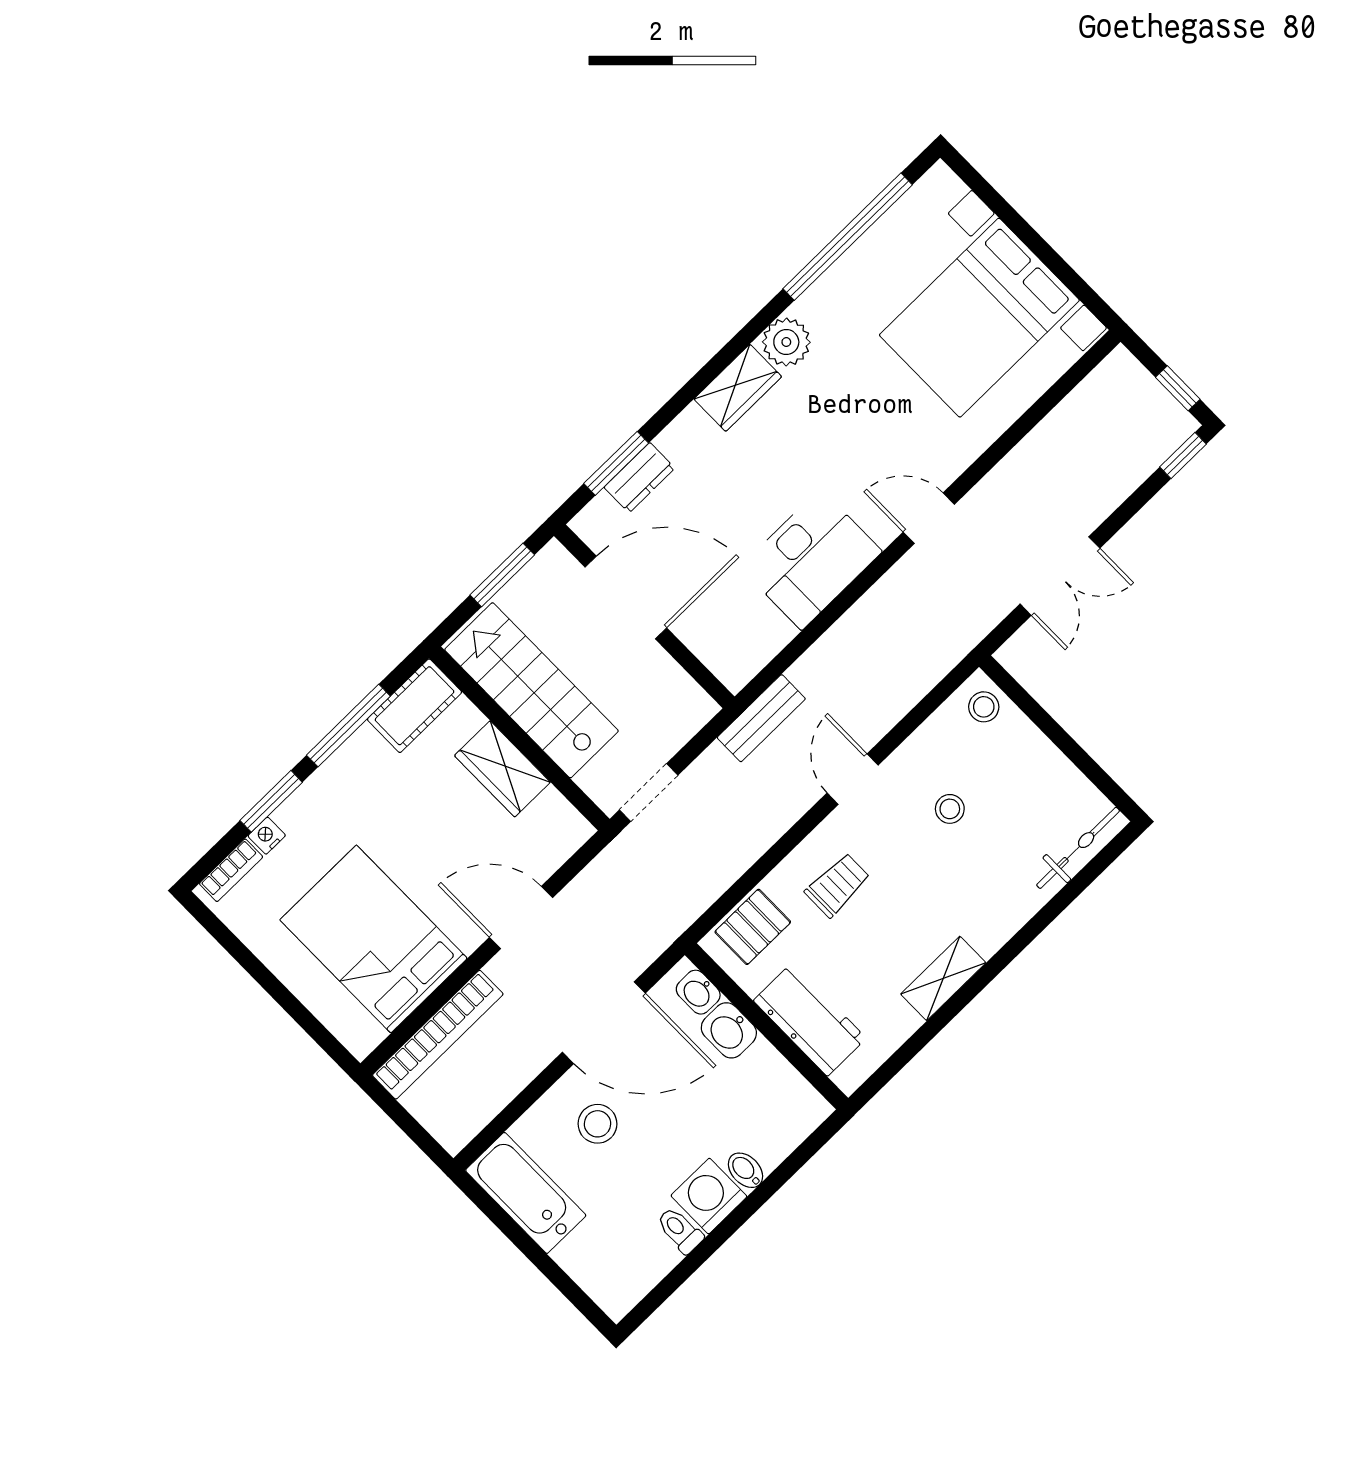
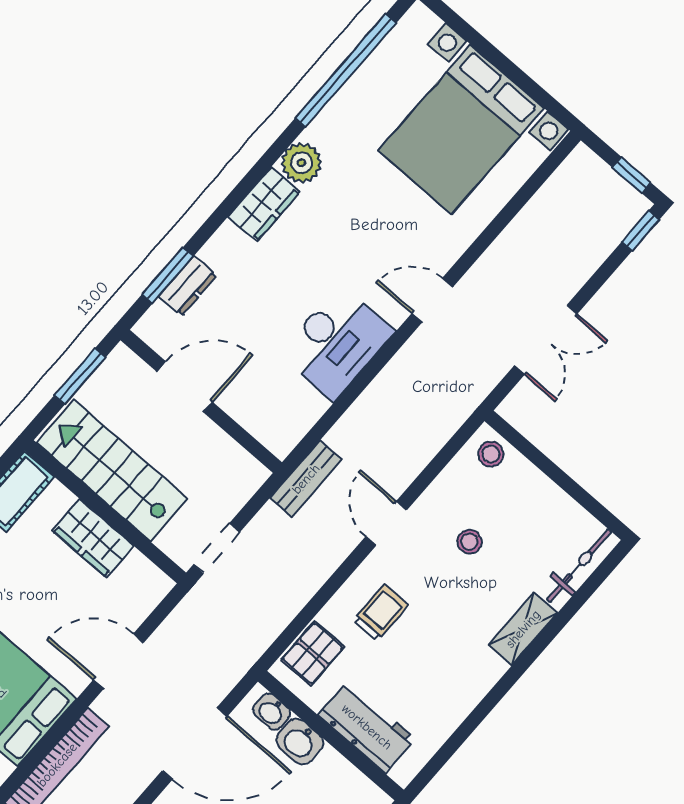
door: (626, 598) -> (185, 387), width x0.73
shelving: (943, 978) -> (523, 629), moved

